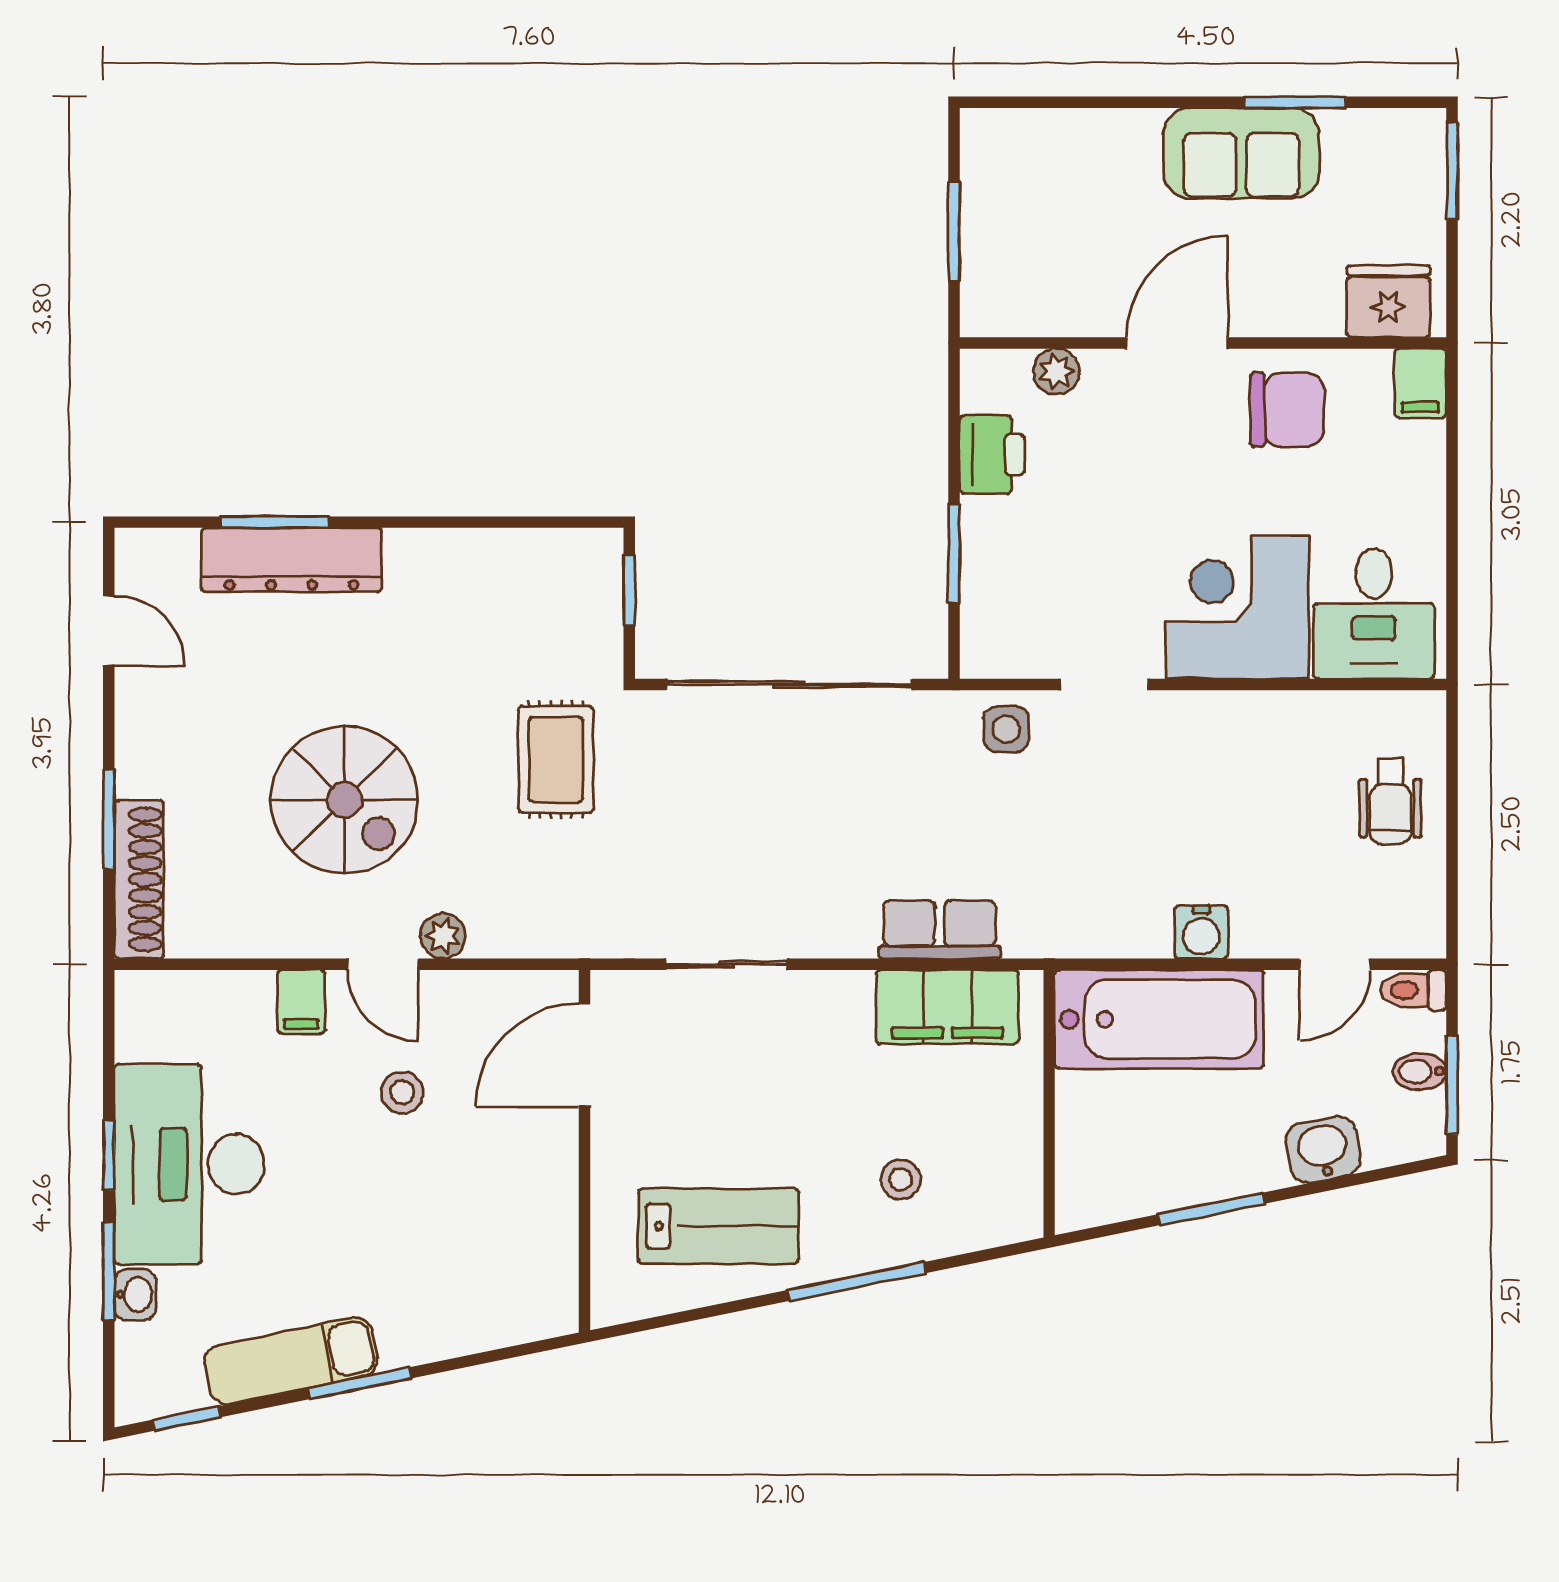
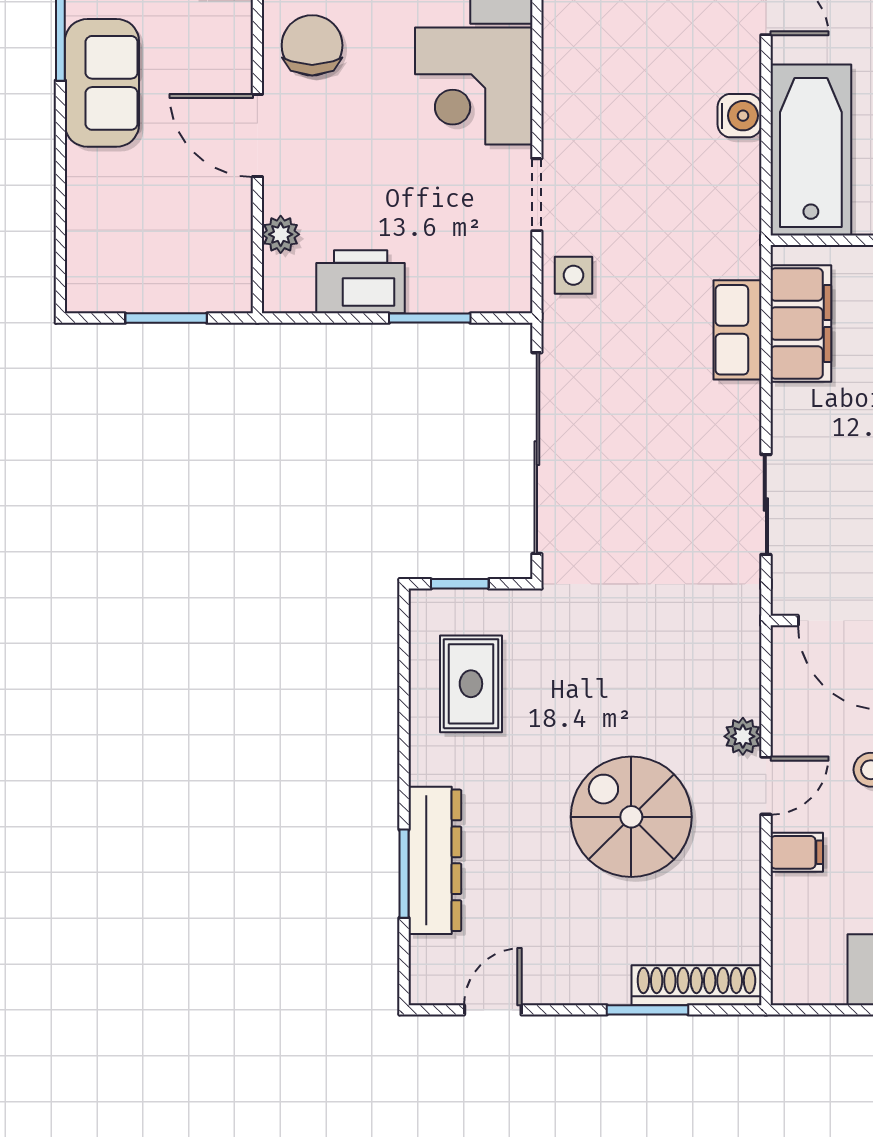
printer: (992, 454) -> (361, 282), width x1.37, depth x1.19
rug: (556, 759) -> (471, 684), moved, turned 90
spiral stairs: (345, 800) -> (631, 817), turned -90

